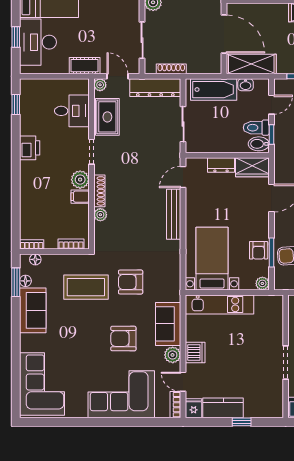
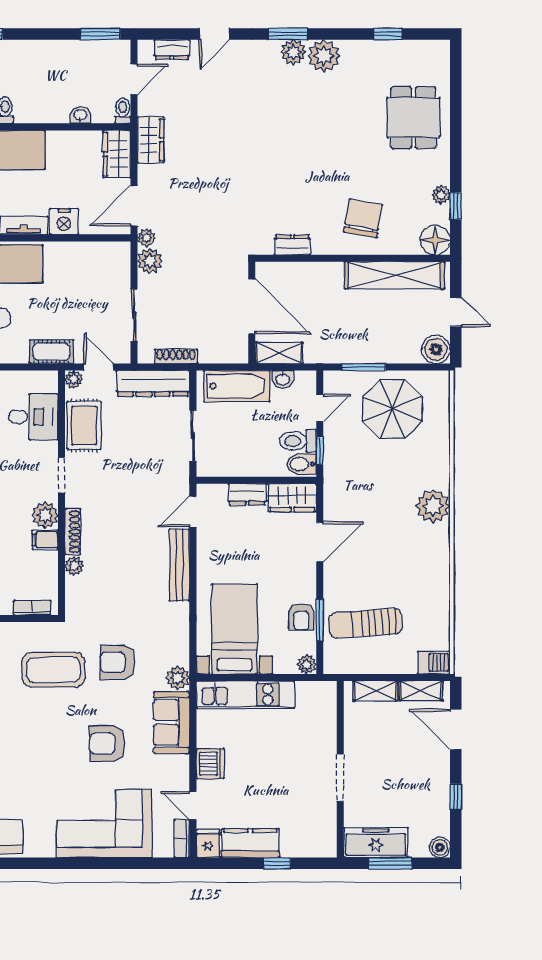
shelving: (251, 64) -> (279, 353), width x0.67, depth x0.75
plant: (173, 355) -> (178, 678), moved

